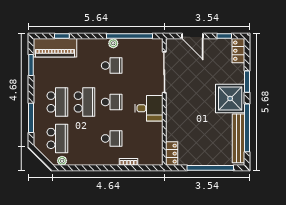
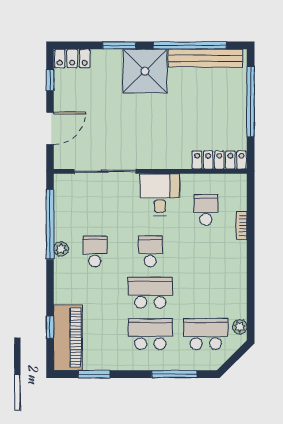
school desk: (112, 138) -> (206, 210), moved
locker: (172, 154) -> (219, 160), width x1.53

